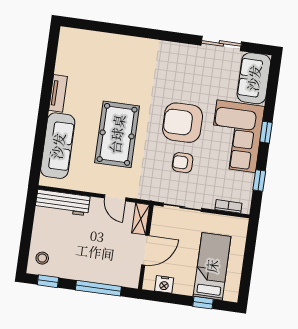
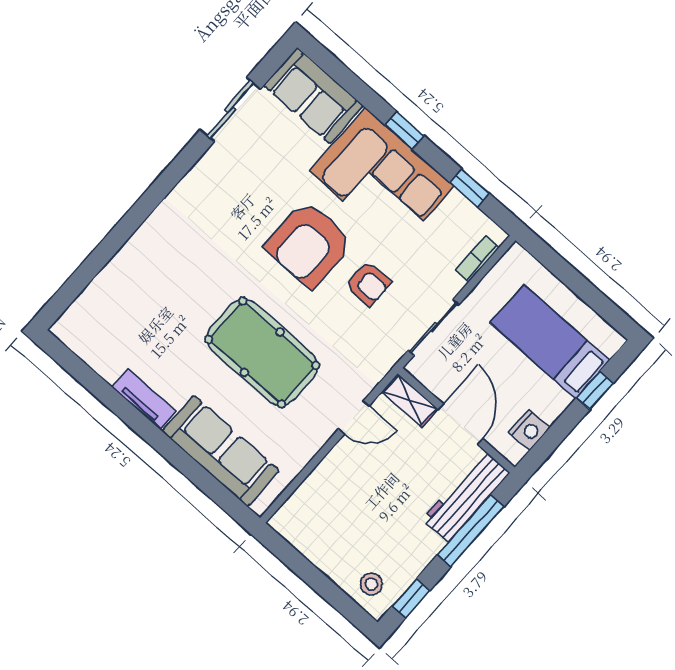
armchair: (183, 163) -> (368, 283), turned -90
workbench: (63, 203) -> (466, 496), moved, turned 180

